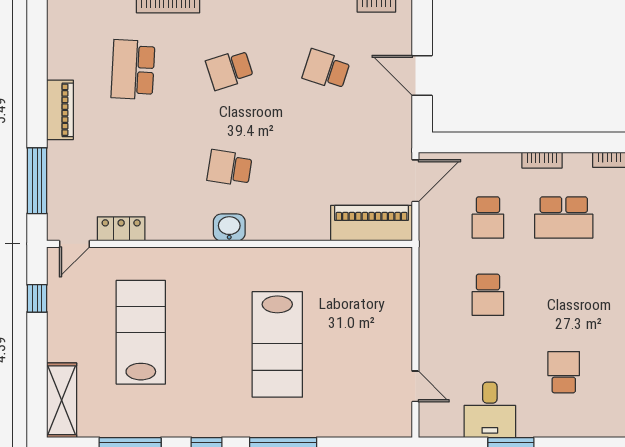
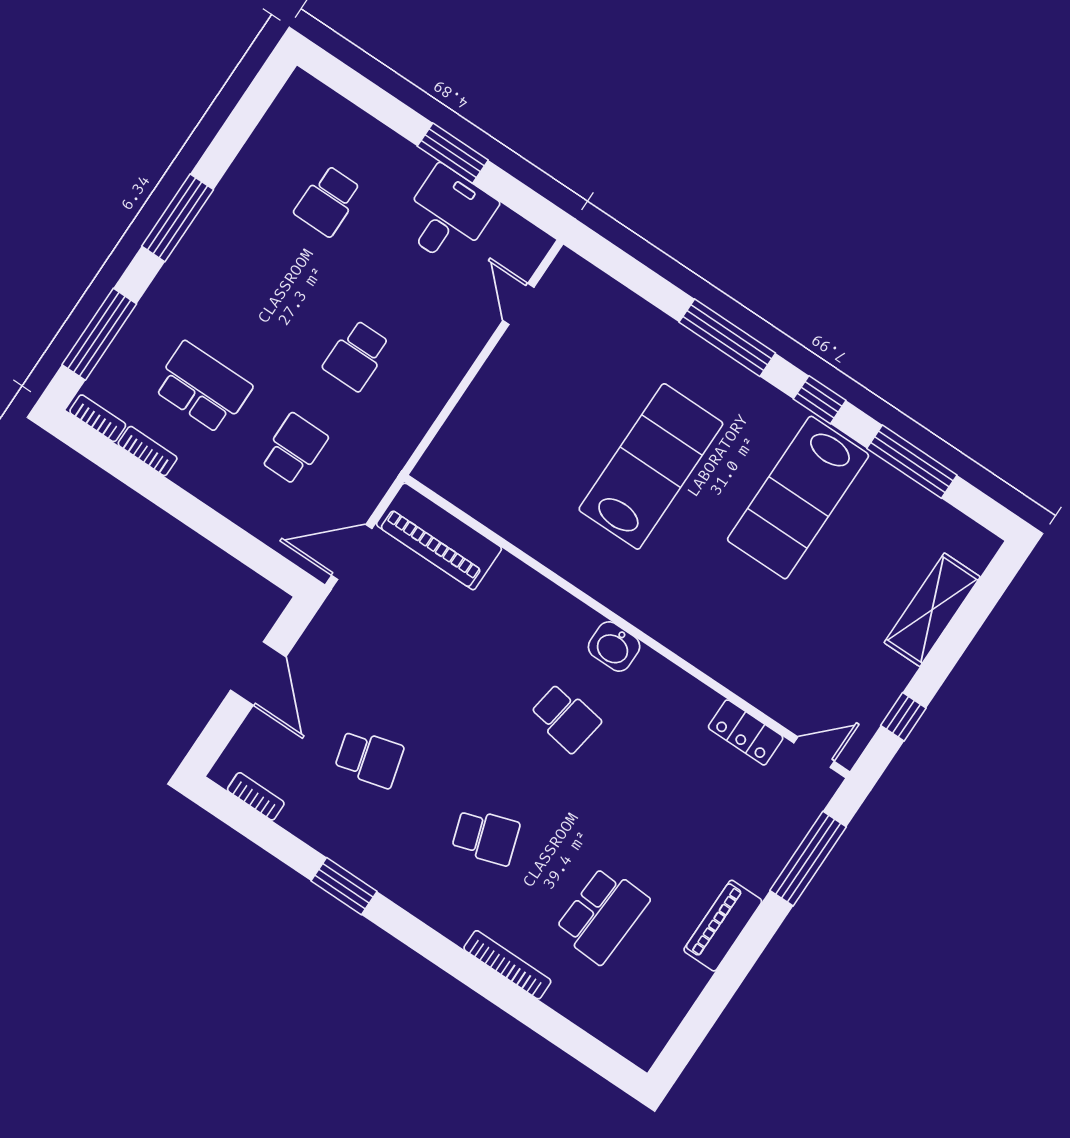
school desk: (326, 70) -> (369, 758), turned -33
bookcase: (542, 160) -> (148, 451), moved
school desk: (488, 295) -> (357, 356), turned 180
lab bench: (141, 332) -> (798, 498), moved
shelving: (62, 400) -> (932, 610), moved

